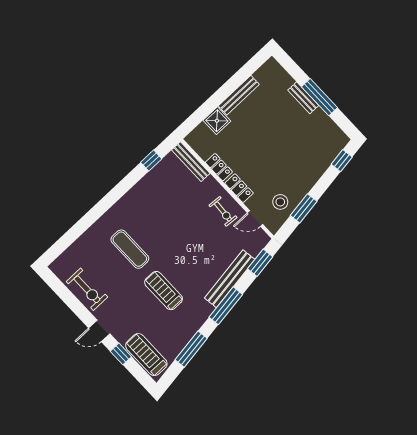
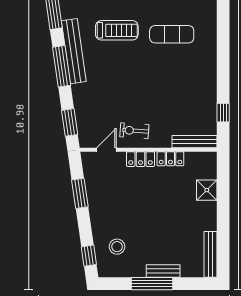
bench: (239, 95) -> (210, 254), moved
stool: (280, 202) -> (117, 247), moved
bench: (230, 279) -> (74, 51), moved

